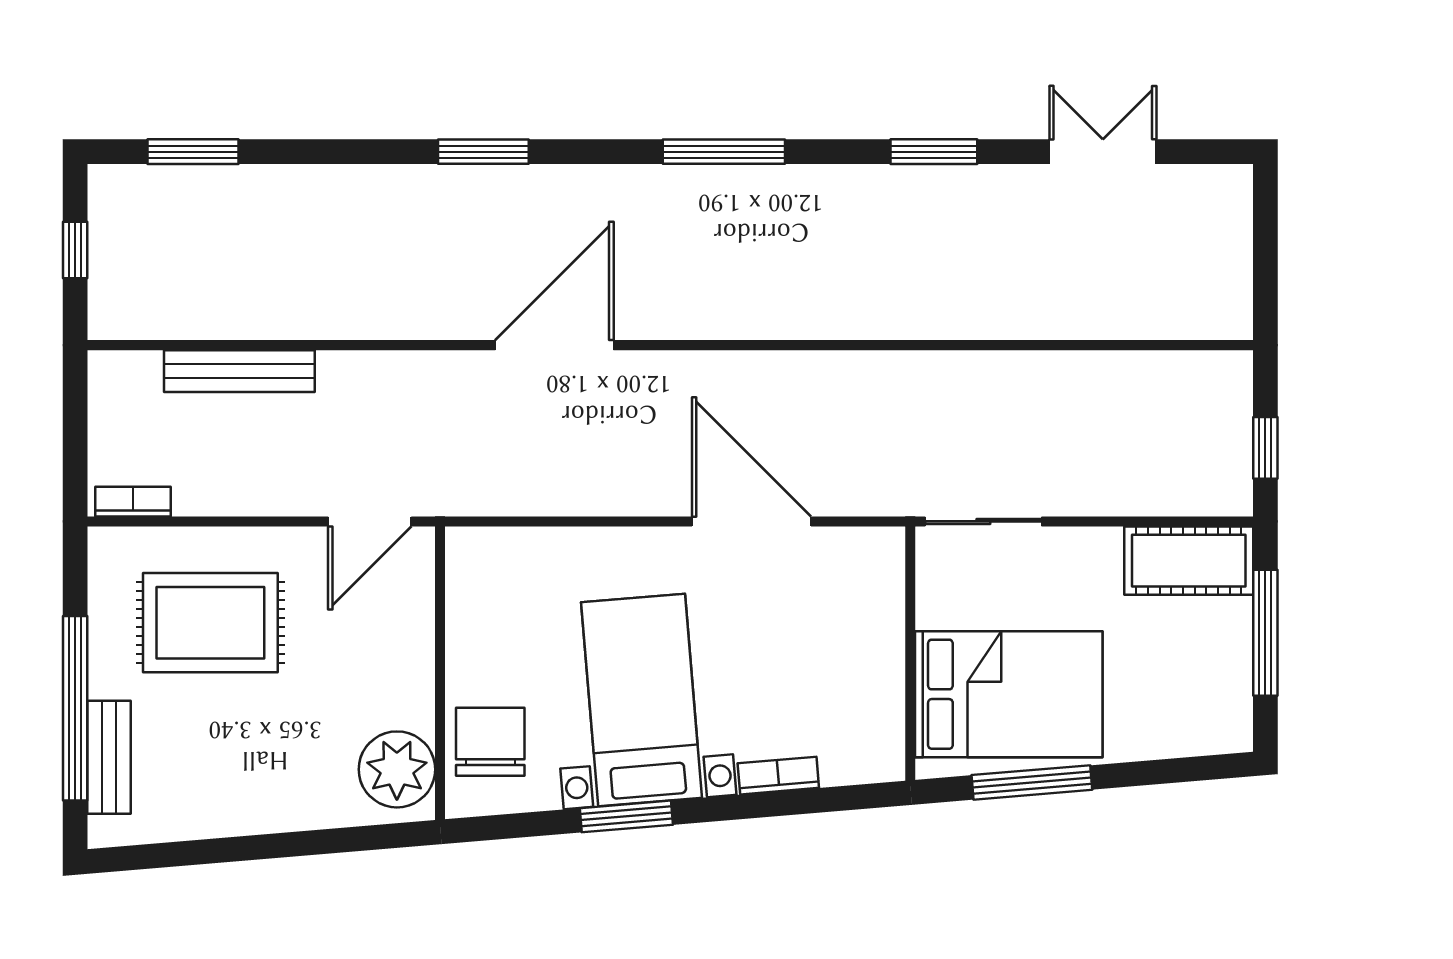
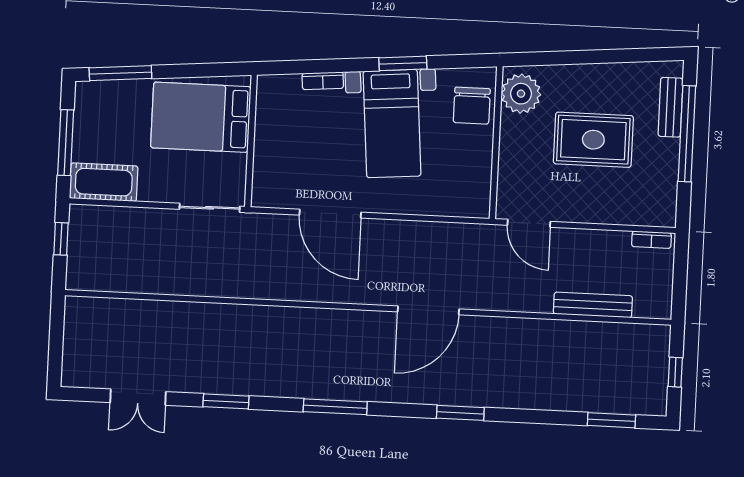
door: (370, 521) -> (529, 223), swing flipped
rug: (210, 623) -> (593, 140), moved
window: (1032, 782) -> (120, 73), moved

